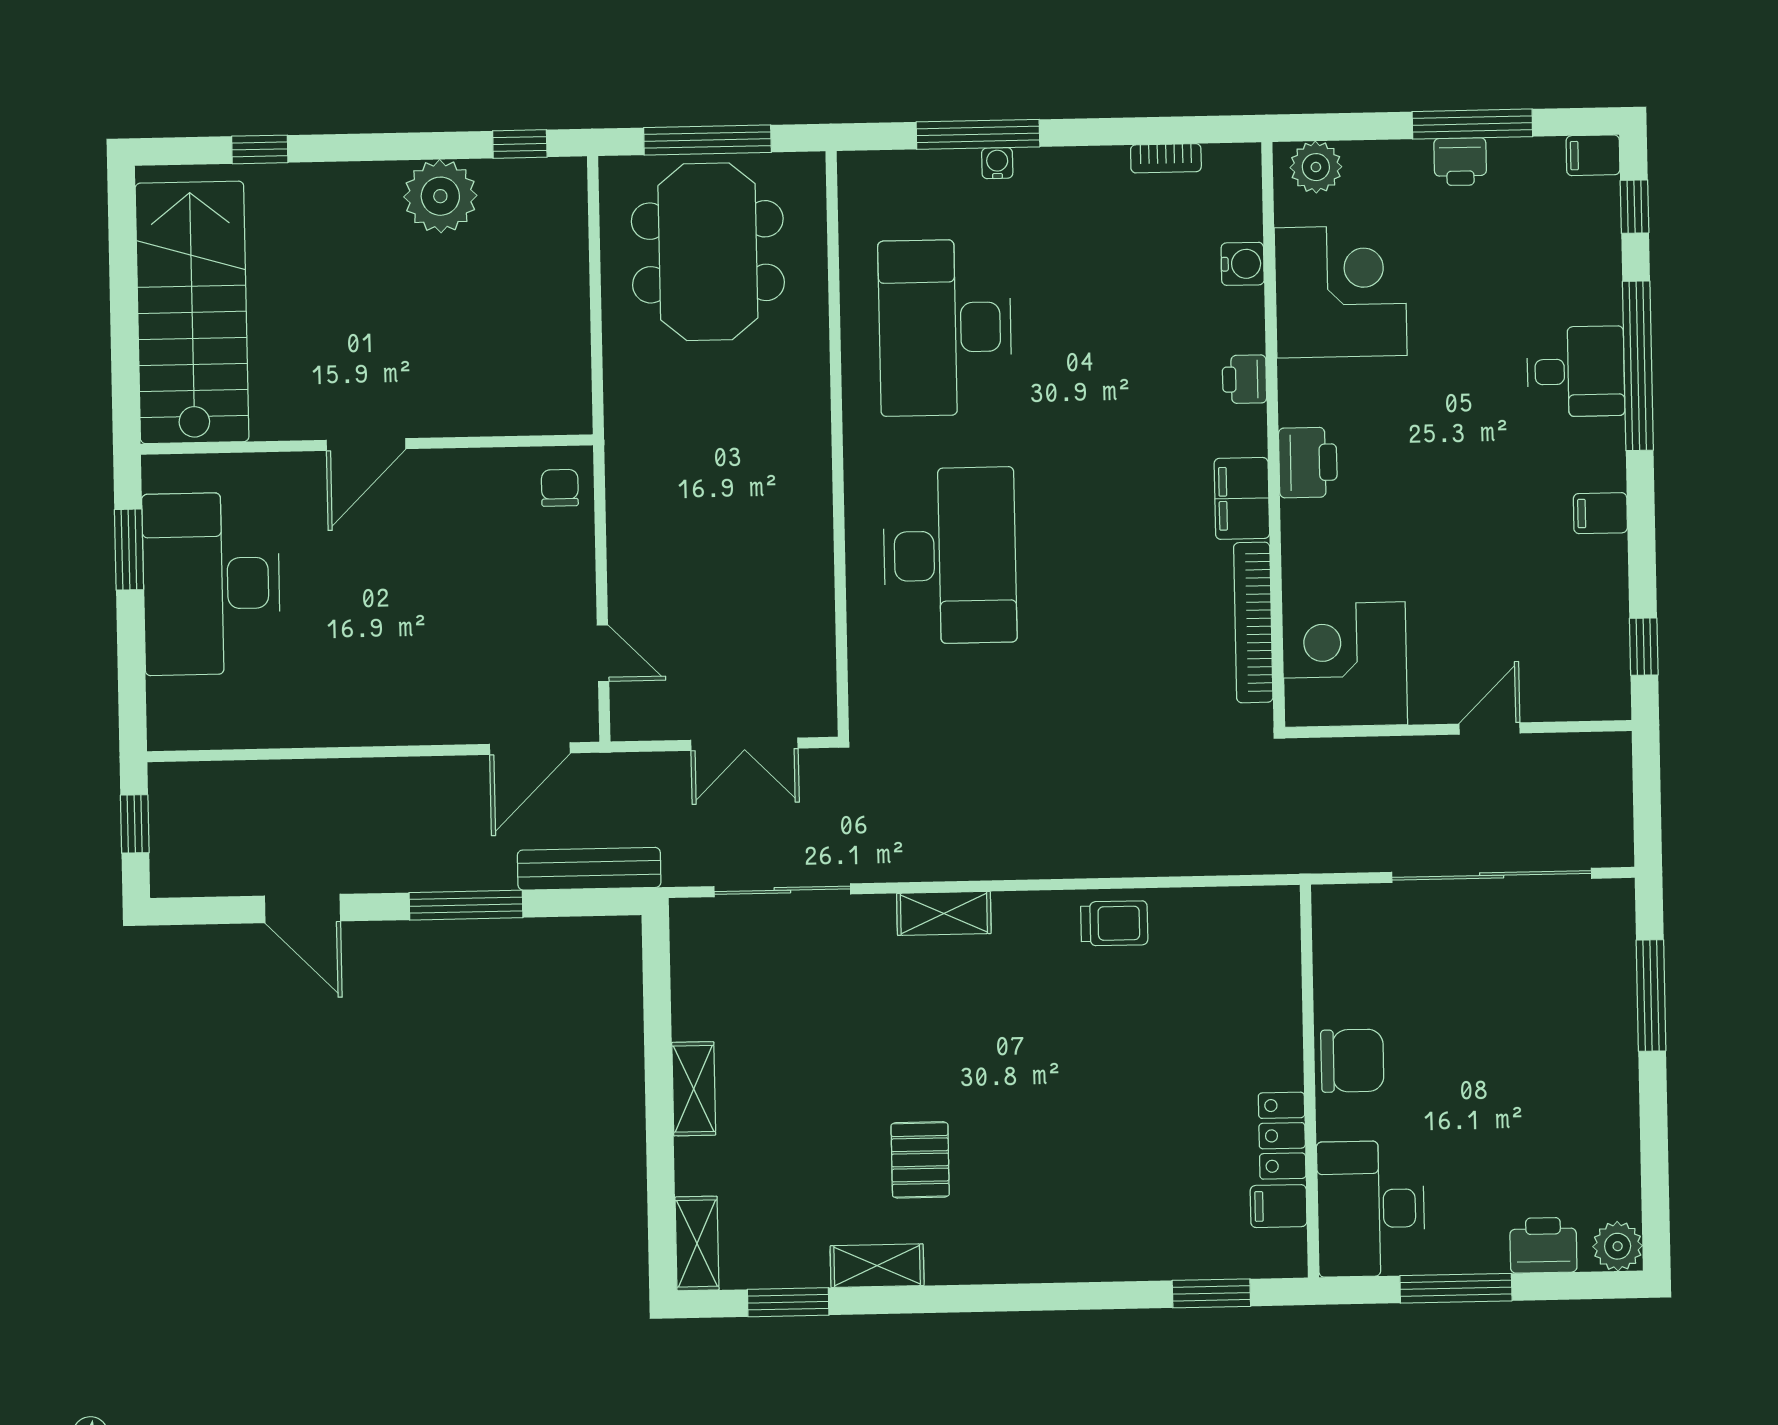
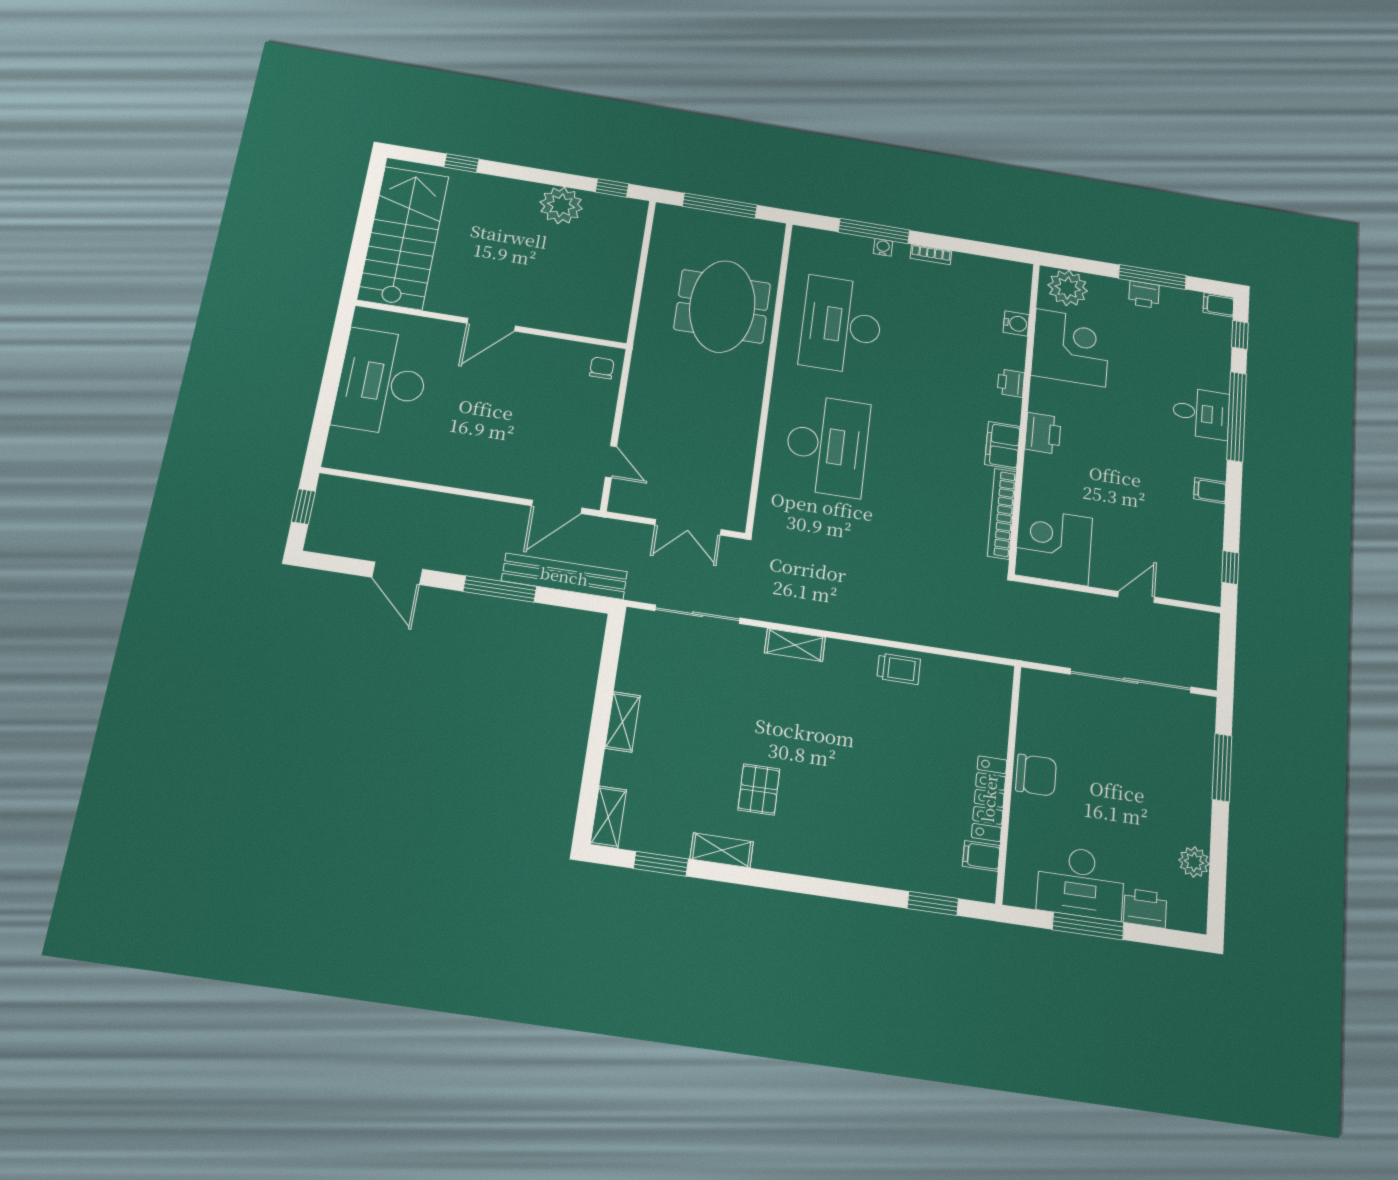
bookcase: (1166, 158) -> (931, 255), moved
plant: (1316, 167) -> (1068, 288), width x1.36, depth x1.36
meeting table: (708, 252) -> (722, 306), moved
window: (129, 550) -> (336, 355), removed
bench: (589, 869) -> (564, 576), width x1.37, depth x1.21
locker: (1282, 1136) -> (989, 798), width x1.53
desk: (1371, 1209) -> (1081, 883), moved, turned -90
plant: (1618, 1246) -> (1194, 862), moved

